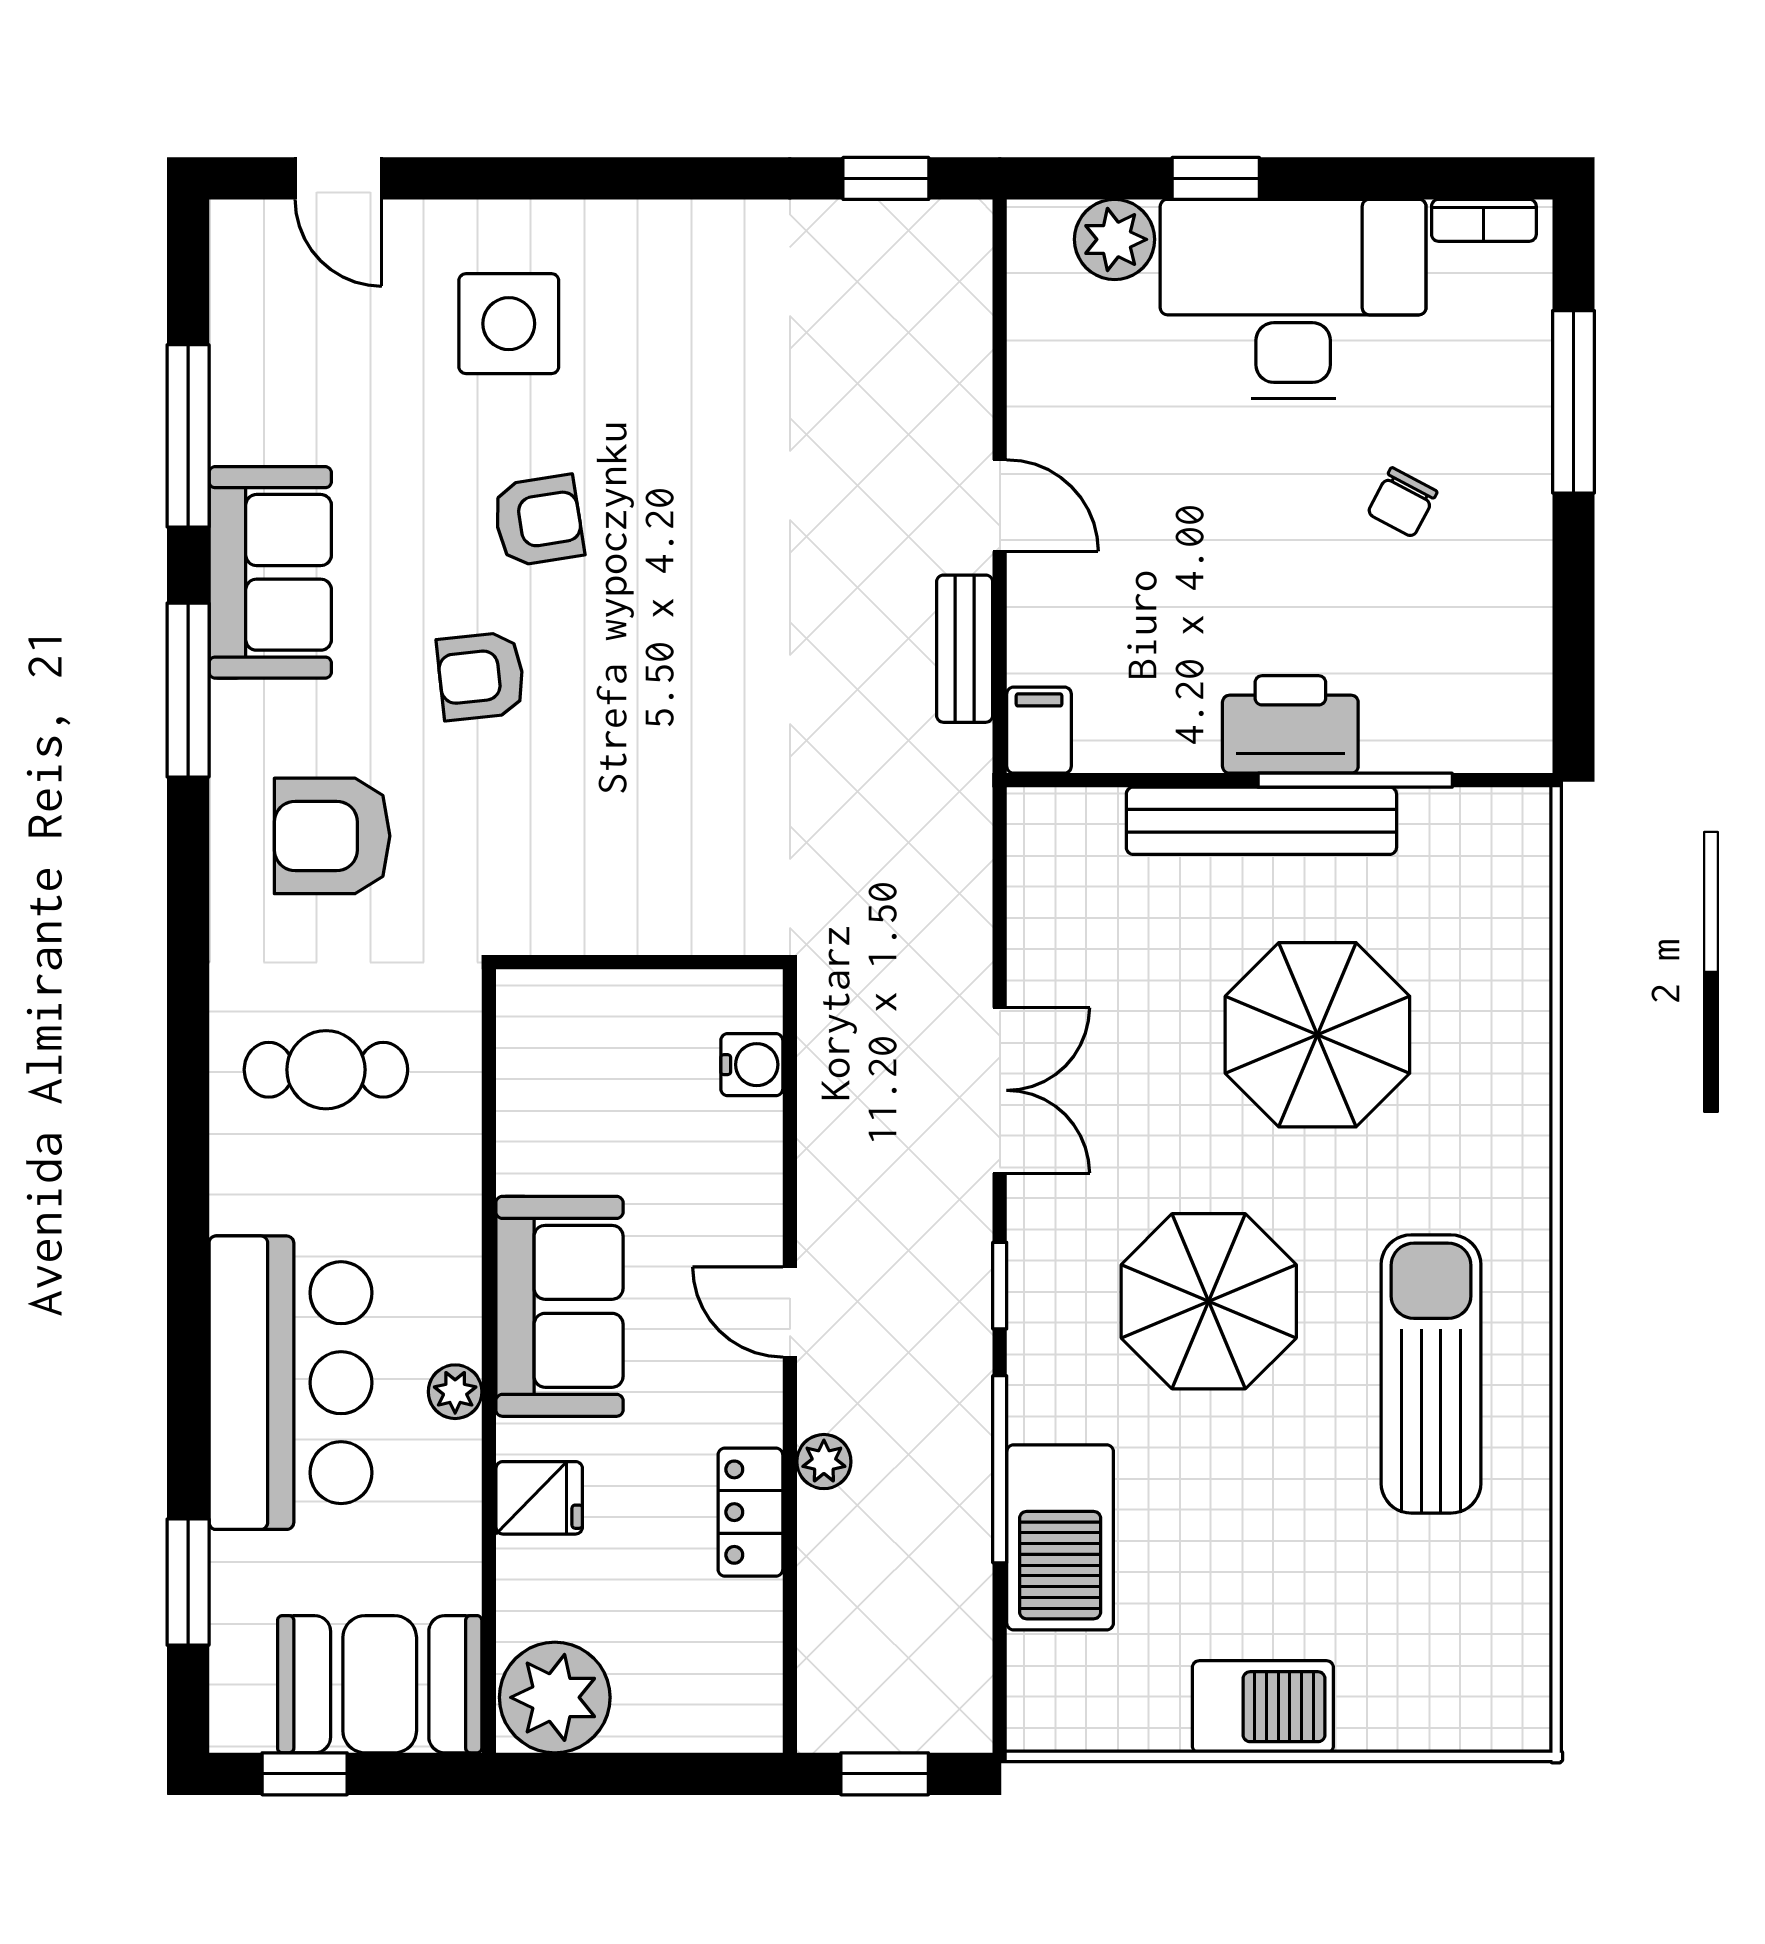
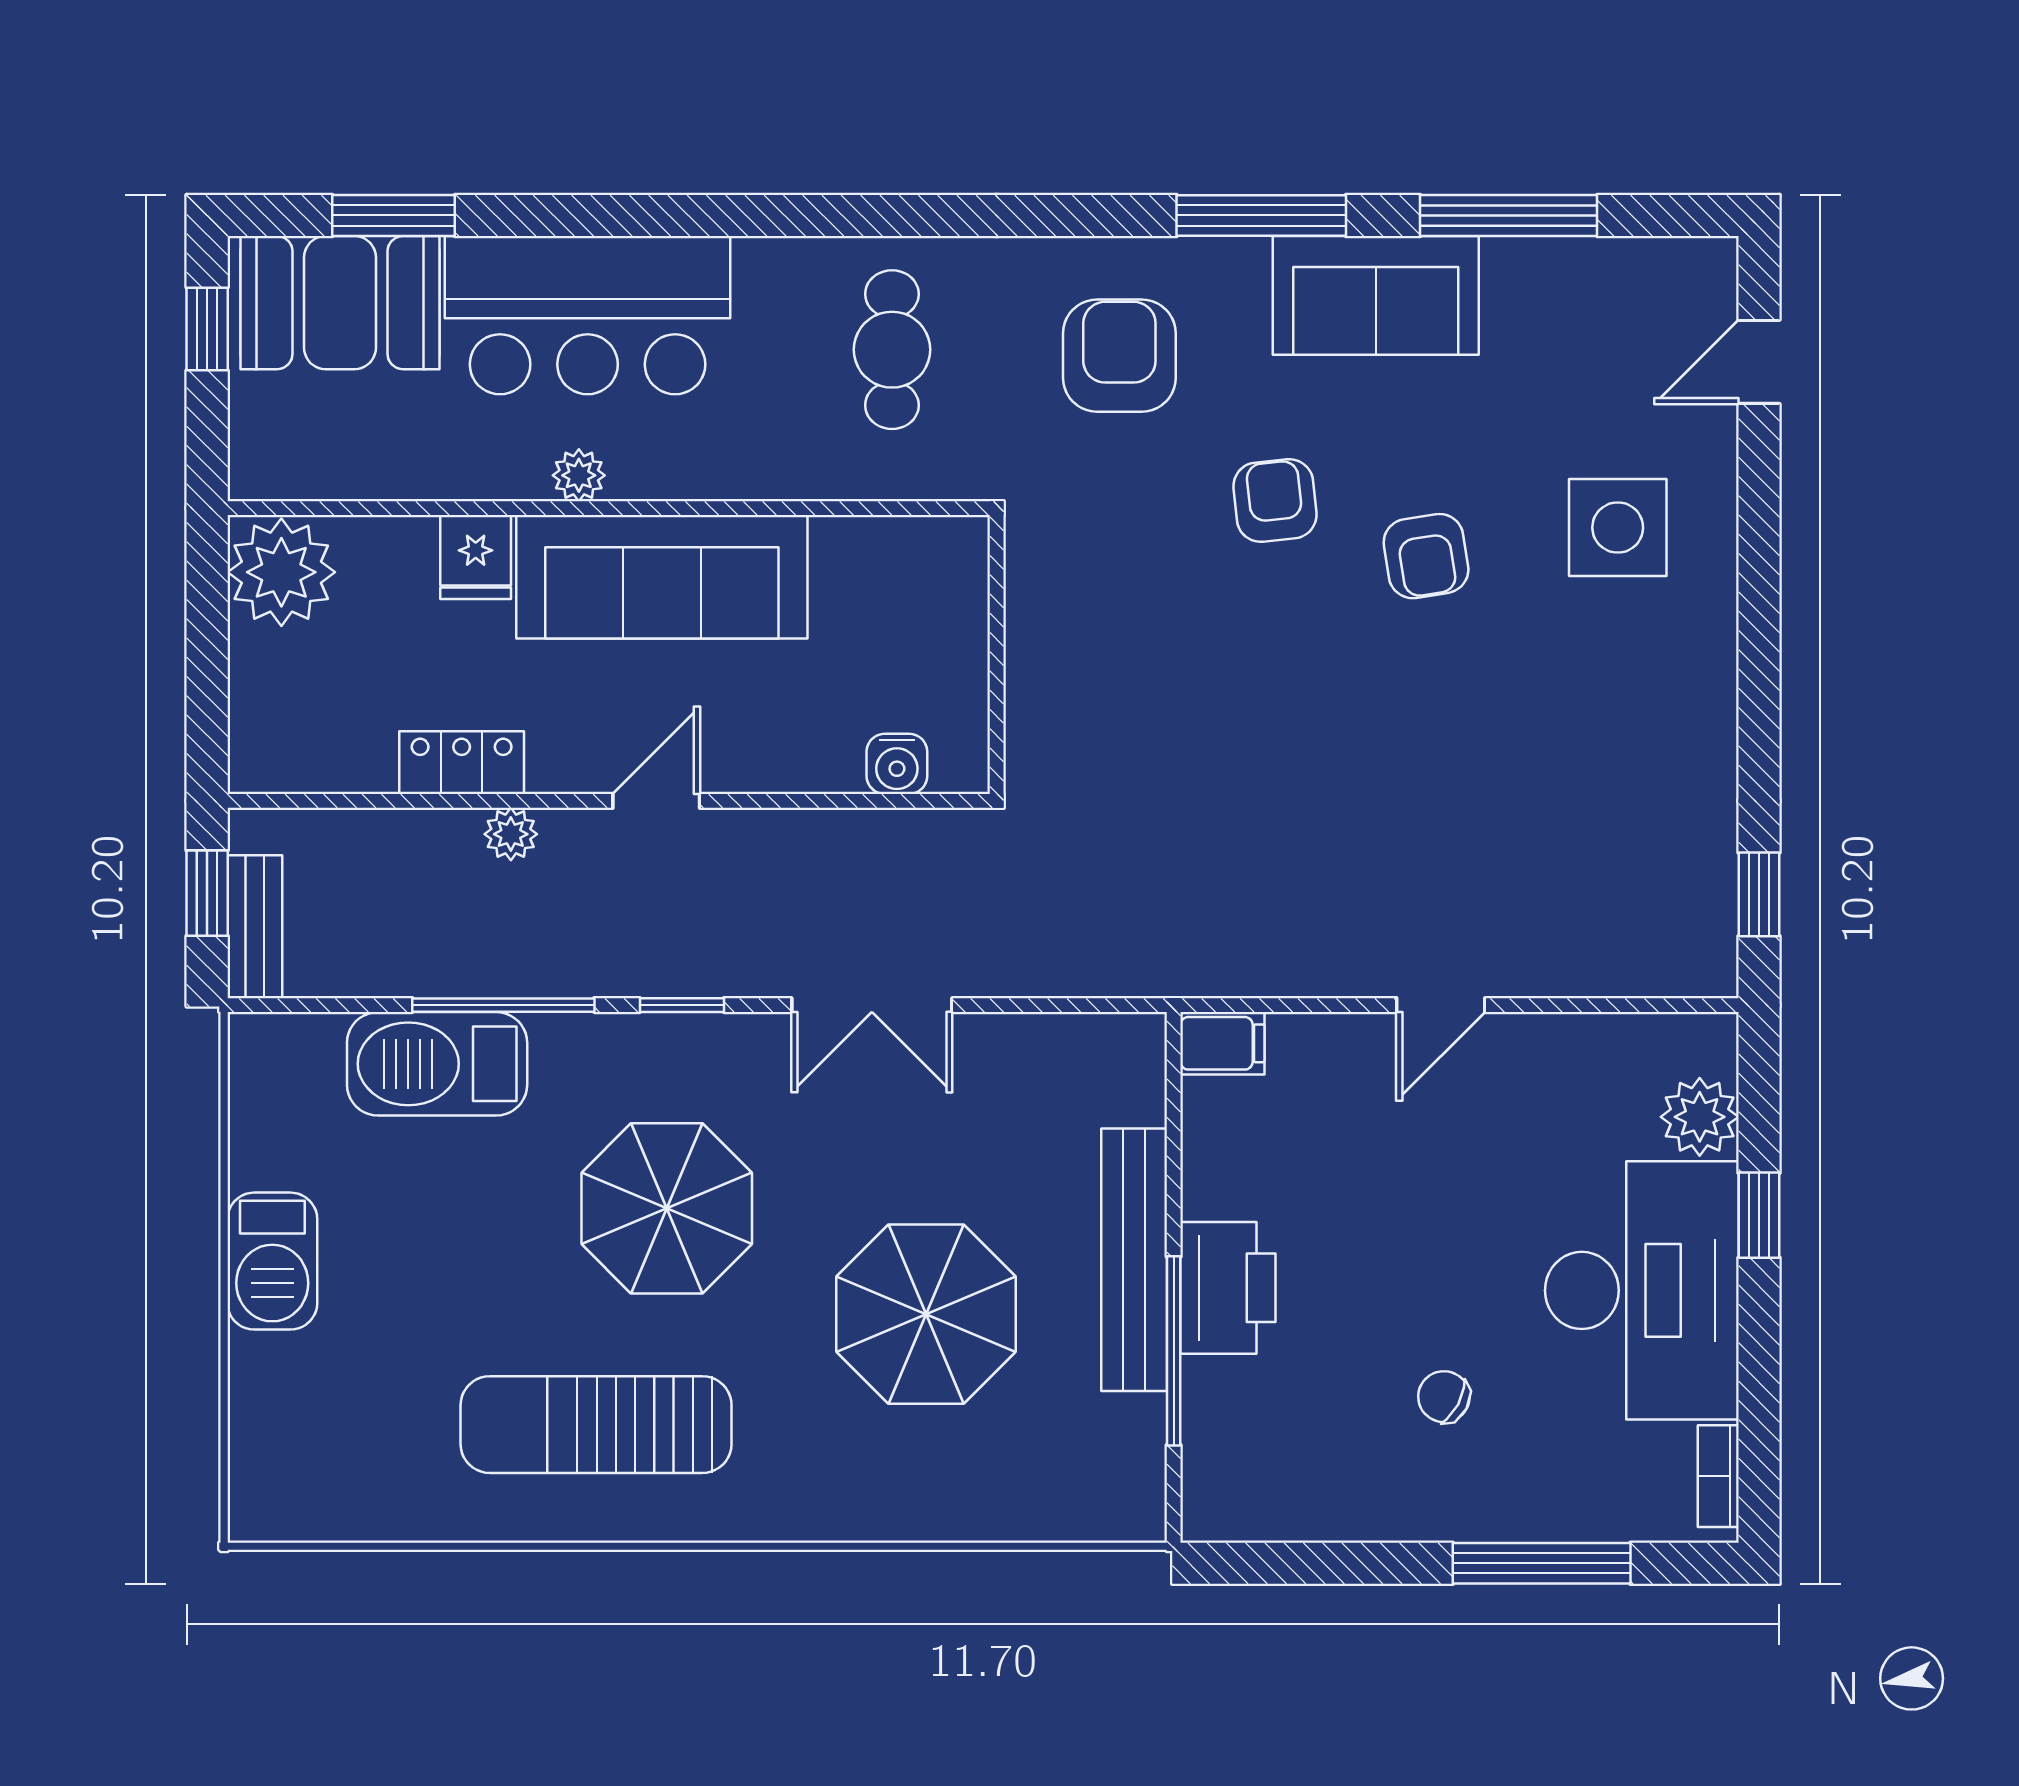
bench: (965, 649) -> (255, 927), moved, turned 90
sofa: (560, 1306) -> (662, 577), width x1.36
sun lounger: (1431, 1374) -> (596, 1425), turned 180
booth: (380, 1684) -> (340, 303), moved, turned 90

